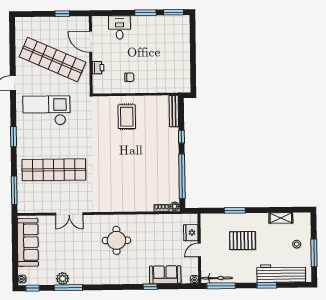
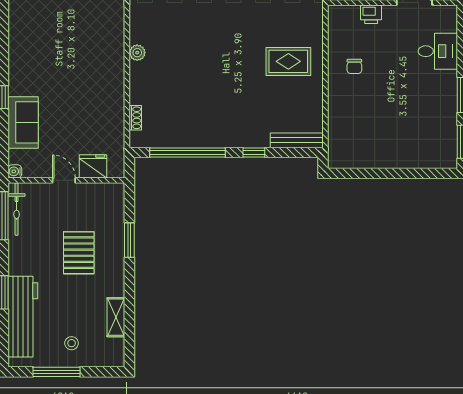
plant: (175, 206) -> (137, 53), moved
round table: (116, 240) -> (82, 42), removed

